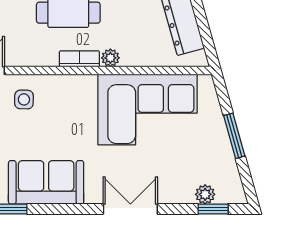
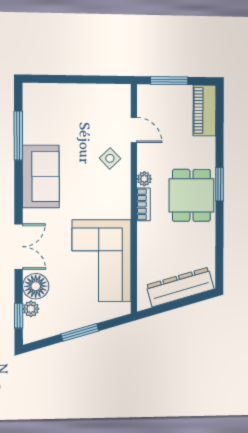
plant: (110, 58) -> (144, 179), moved
side table: (24, 99) -> (110, 158), turned 45
floor lamp: (178, 189) -> (36, 286), added

